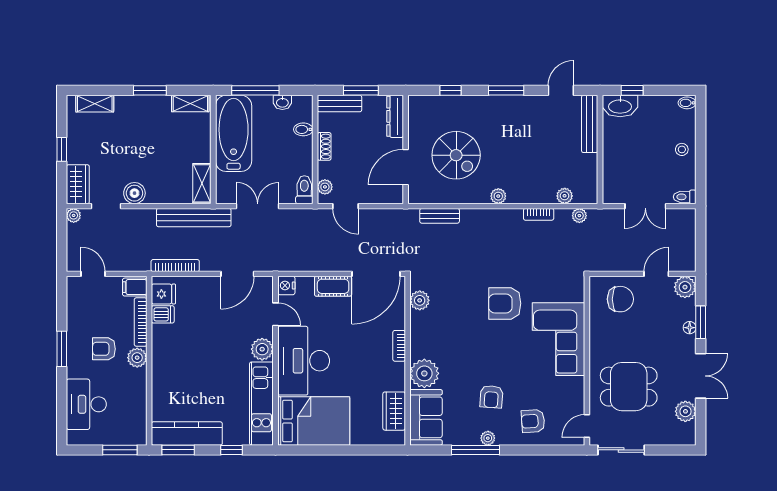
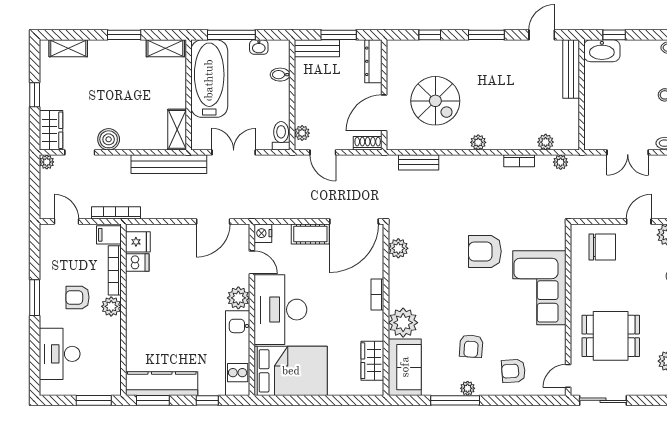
shoe rack: (324, 146) -> (368, 143), moved, turned -90
bookcase: (175, 266) -> (116, 213), moved

